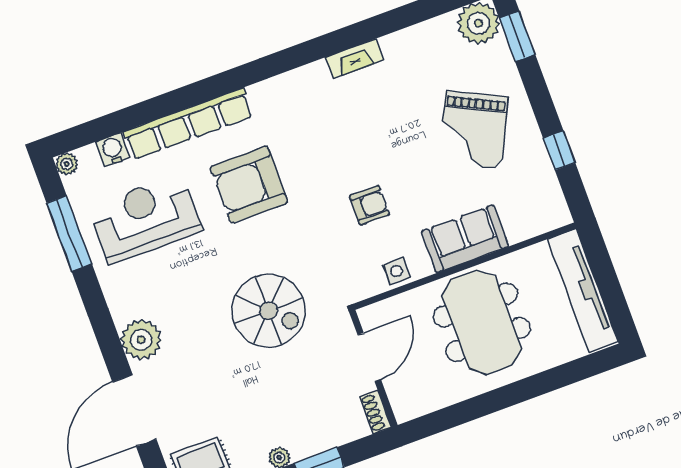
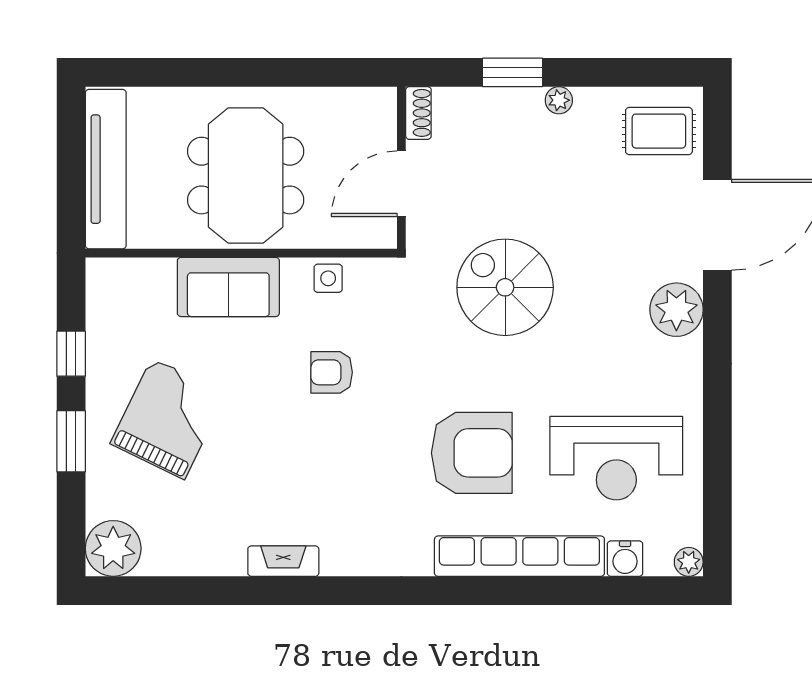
window: (517, 36) -> (71, 441), moved
window: (69, 233) -> (717, 474), removed

